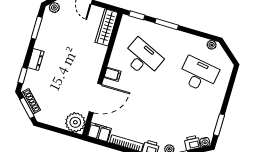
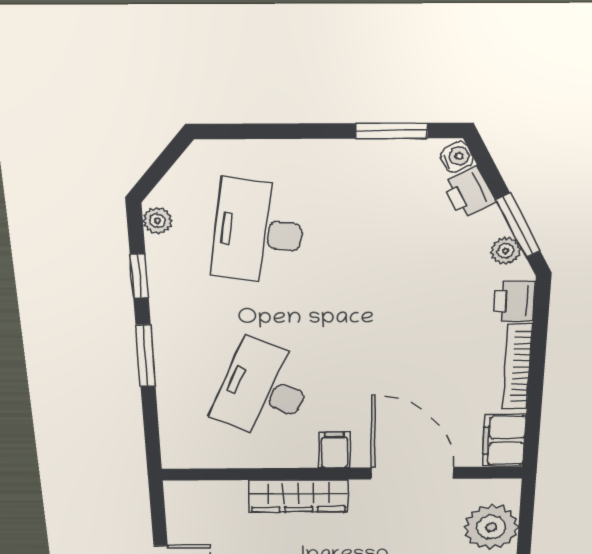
window: (137, 15) -> (139, 276), moved
wardrobe: (106, 27) -> (298, 496), moved
plant: (75, 122) -> (491, 527), moved

